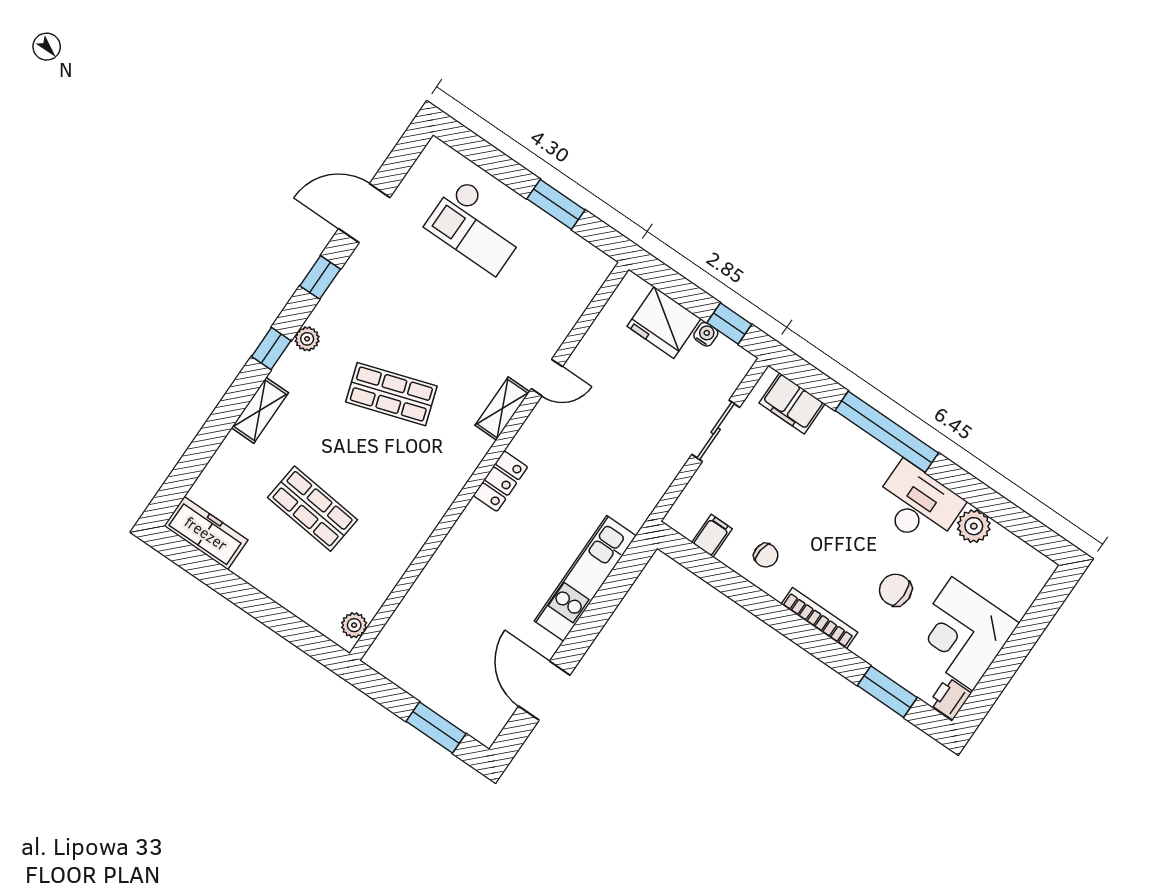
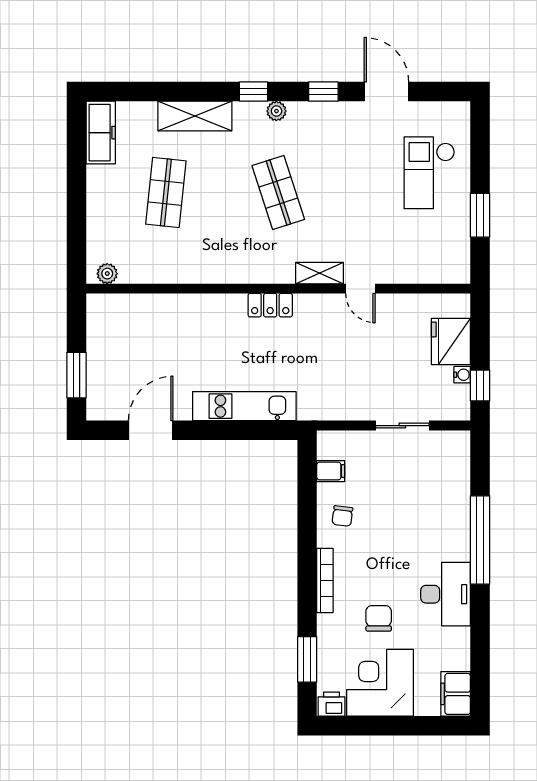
filing cabinet: (792, 403) -> (456, 694), moved
shelving: (260, 410) -> (195, 116), width x1.50, depth x1.33
plant: (974, 526) -> (457, 641), removed

